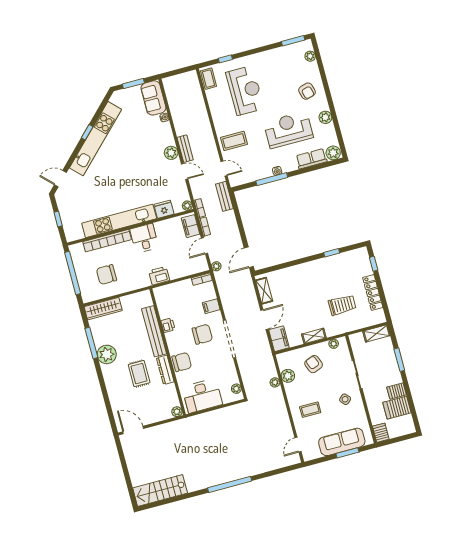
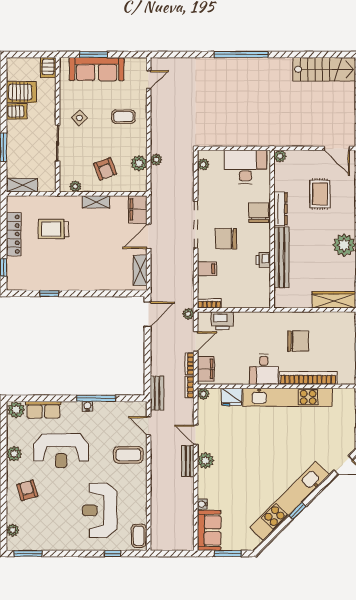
chair: (106, 275) -> (298, 341), moved
printer: (159, 276) -> (222, 321), moved
chair: (182, 362) -> (259, 213), turned 90
rug: (139, 374) -> (320, 194), moved

